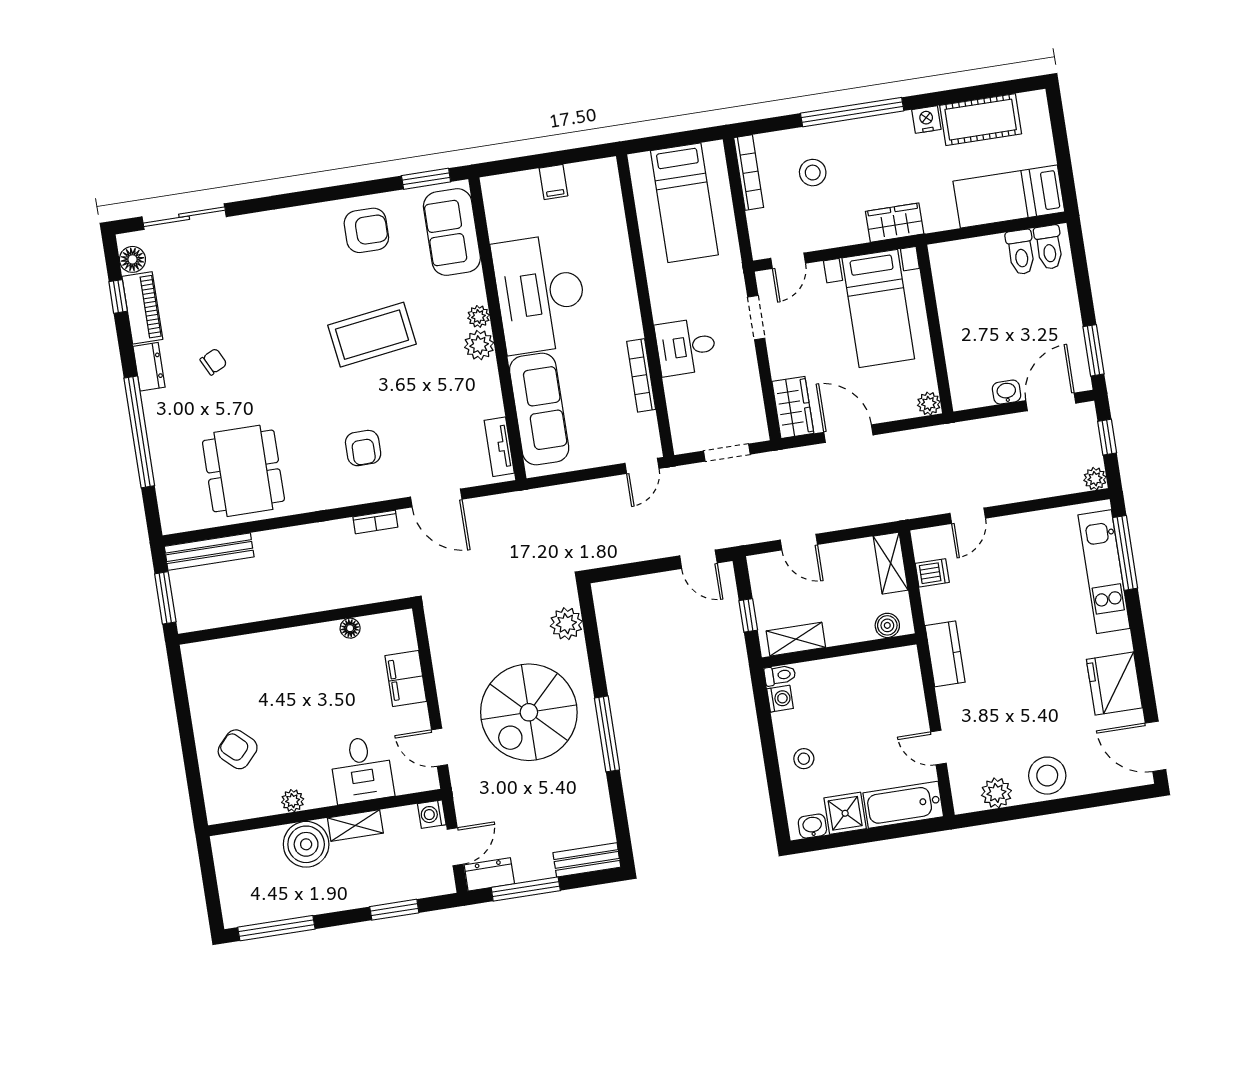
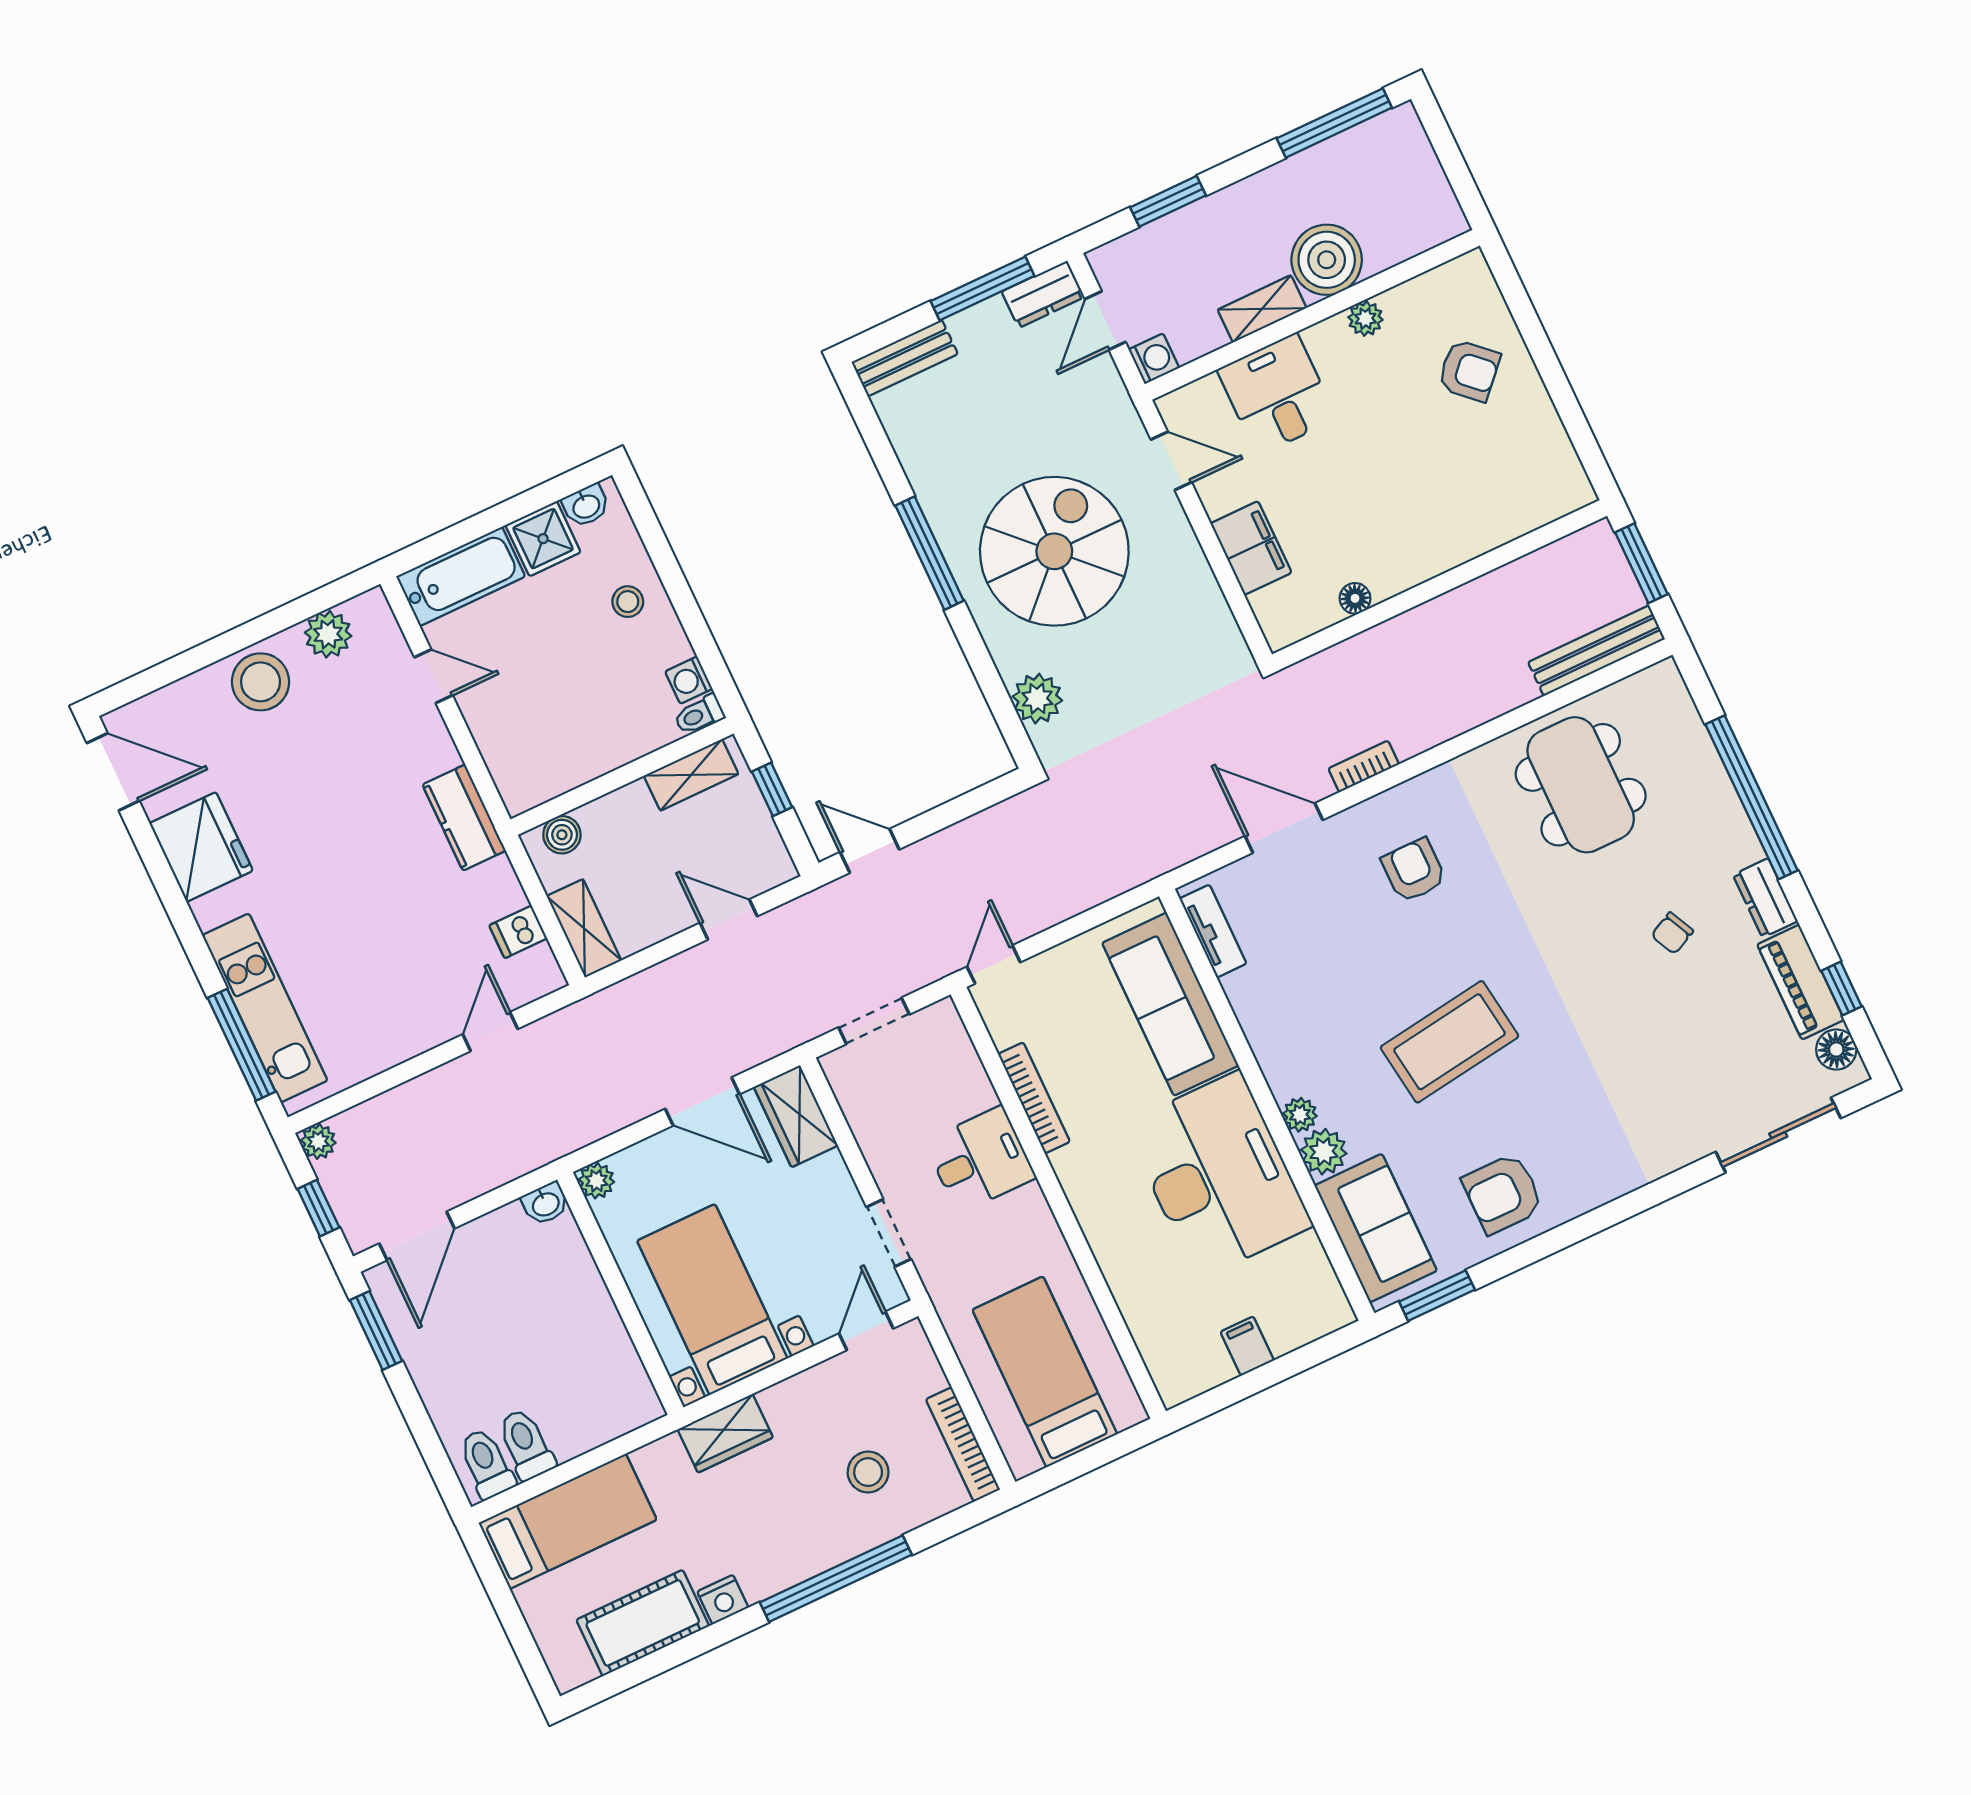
plant: (479, 345) -> (1324, 1152), moved
washbasin: (1007, 392) -> (545, 1204), moved

